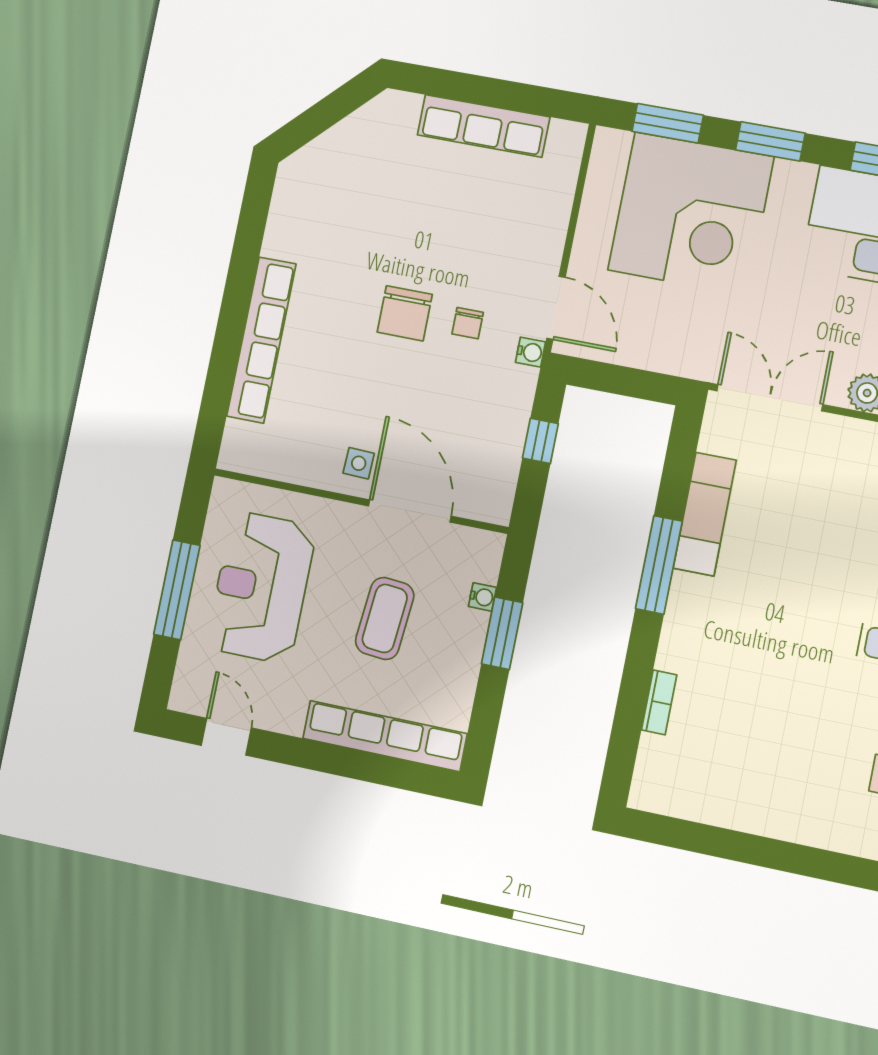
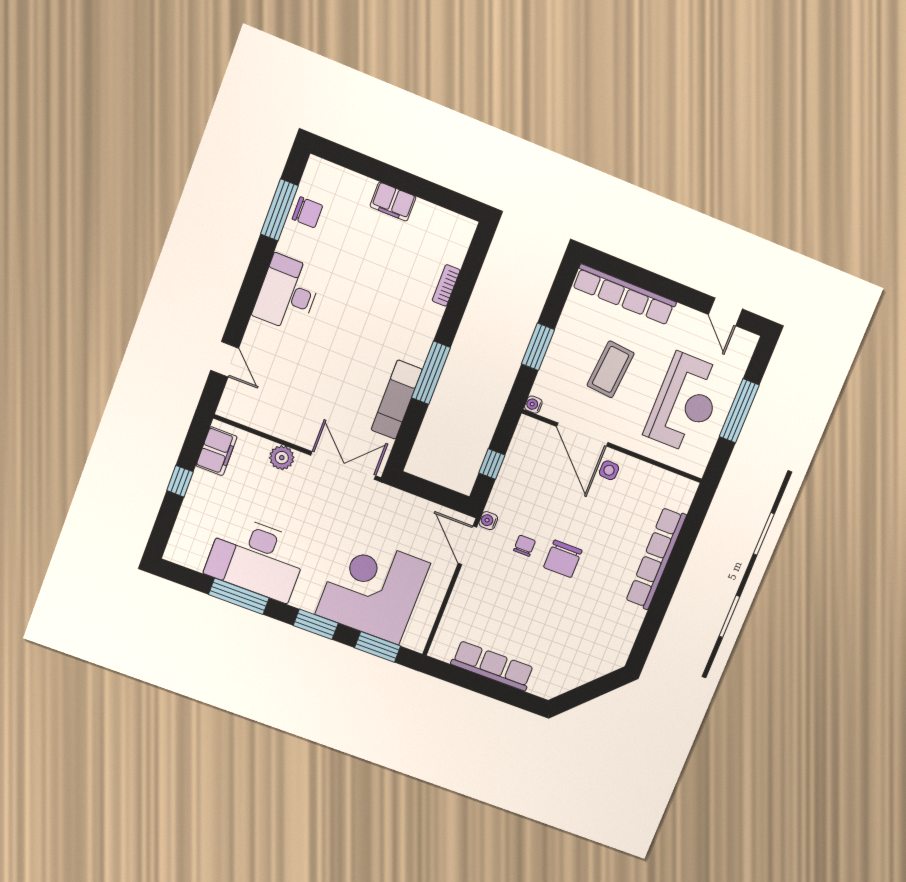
chair: (405, 313) -> (563, 559), turned 180
double door: (770, 398) -> (343, 465), swing flipped
water cooler: (482, 597) -> (533, 405), moved
filing cabinet: (763, 815) -> (393, 202), added

